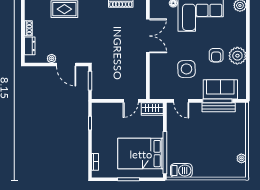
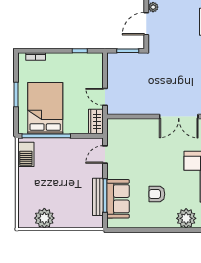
plant: (237, 56) -> (186, 218), moved
side table: (186, 69) -> (141, 160), removed
plant: (241, 158) -> (44, 218), width x1.88, depth x1.88

